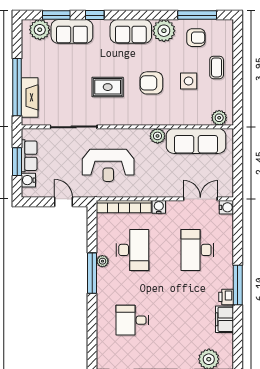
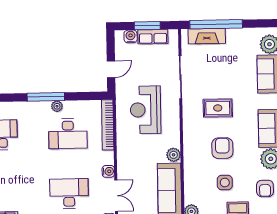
rug: (108, 87) -> (218, 108), turned 90
water cooler: (159, 207) -> (108, 171), moved

